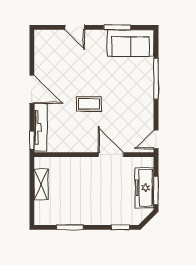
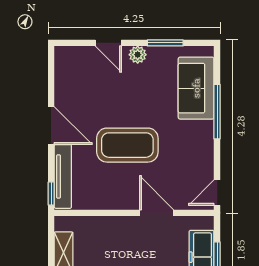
plant: (97, 36) -> (138, 55), added
sofa: (131, 43) -> (196, 88), moved, turned 90
coffee table: (89, 104) -> (127, 145), width x1.86, depth x1.72

